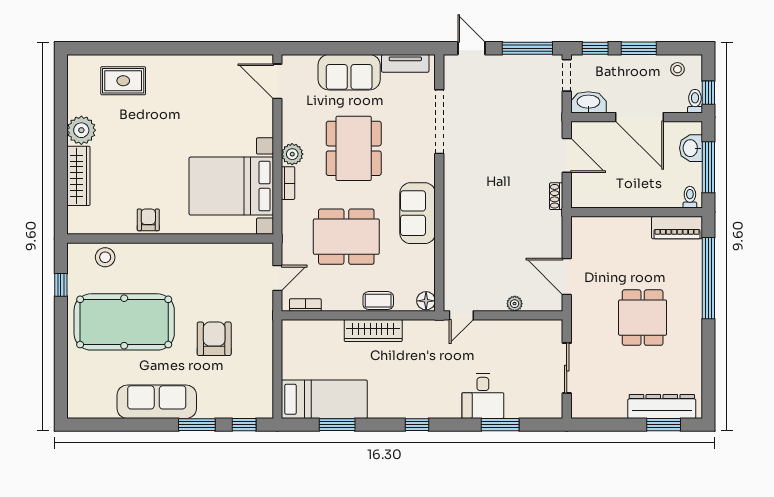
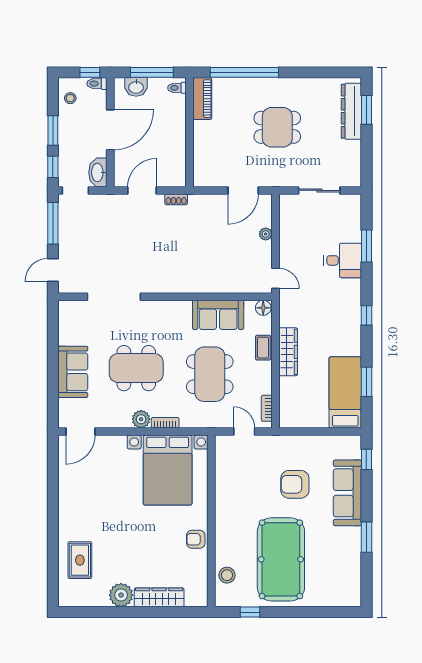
tv unit: (405, 63) -> (65, 325), removed
sofa: (418, 213) -> (218, 315), moved
sofa: (157, 402) -> (347, 493), moved
window: (197, 425) -> (366, 537), moved

